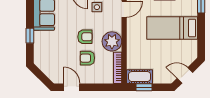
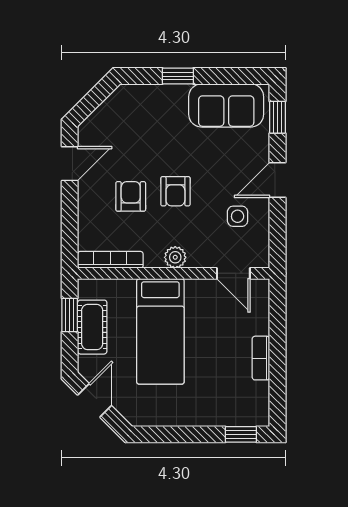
bed: (172, 28) -> (160, 331), moved, turned 180
plant: (112, 41) -> (175, 257), width x0.53, depth x0.53
cot: (140, 77) -> (92, 327), moved

